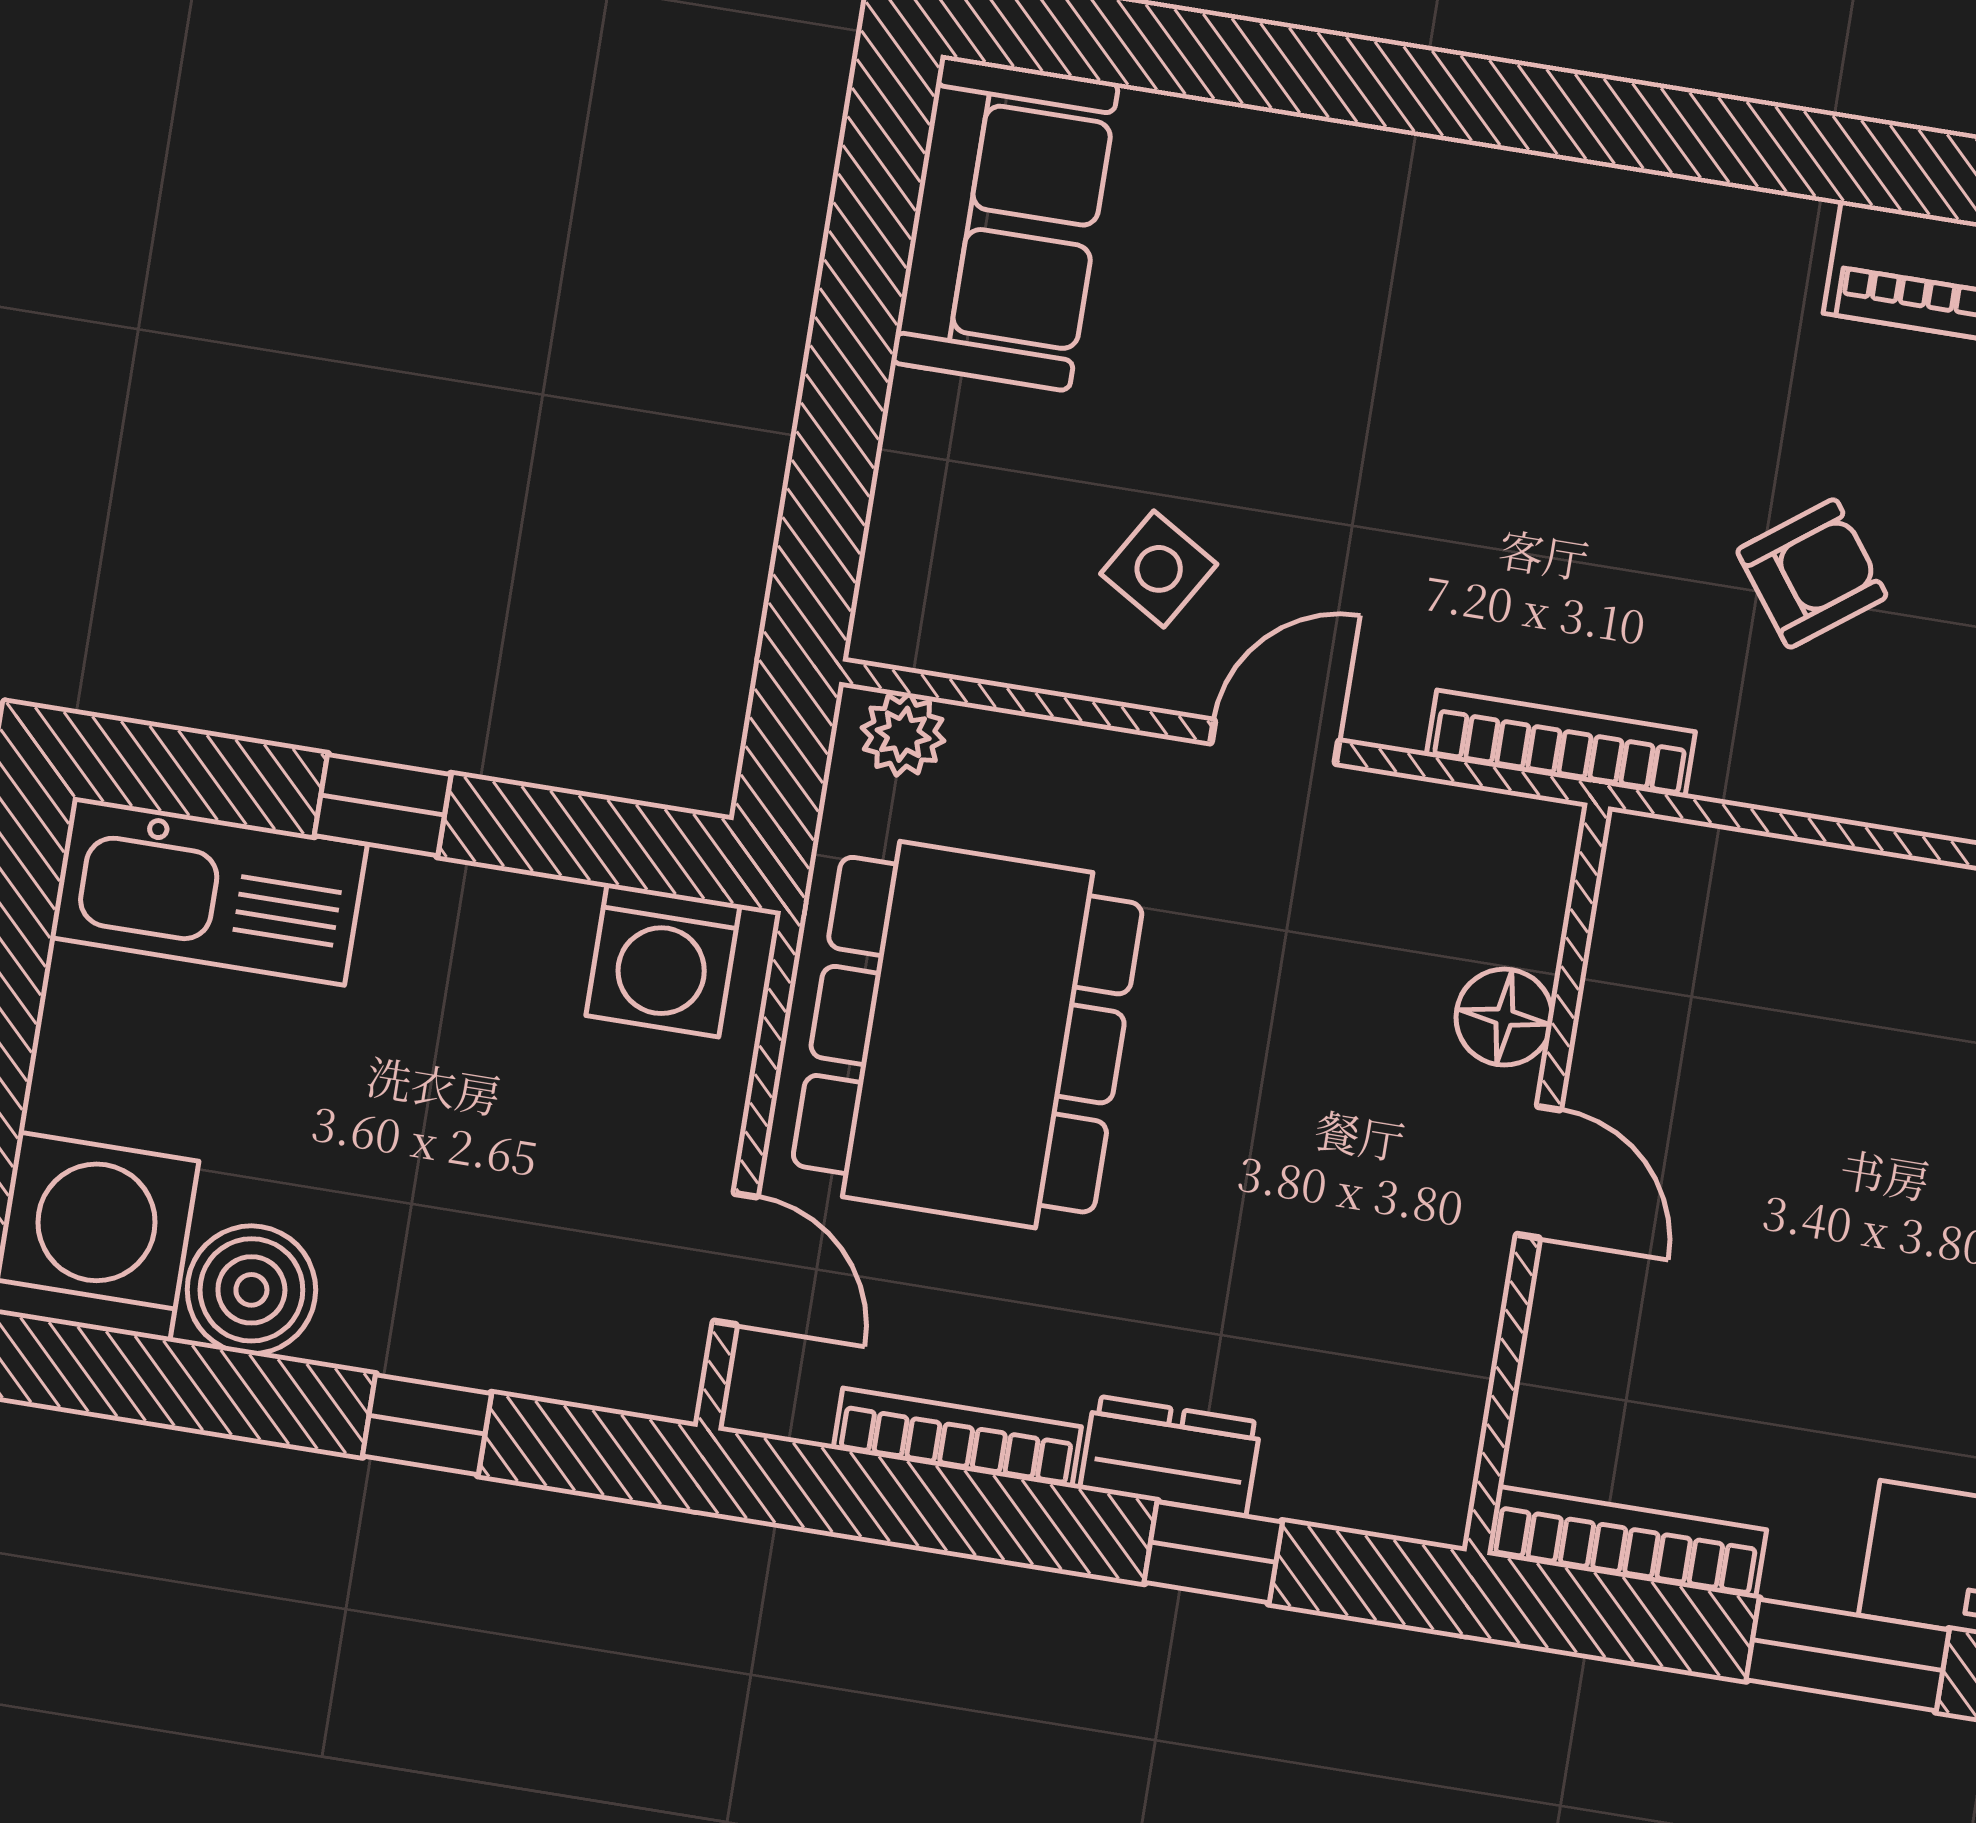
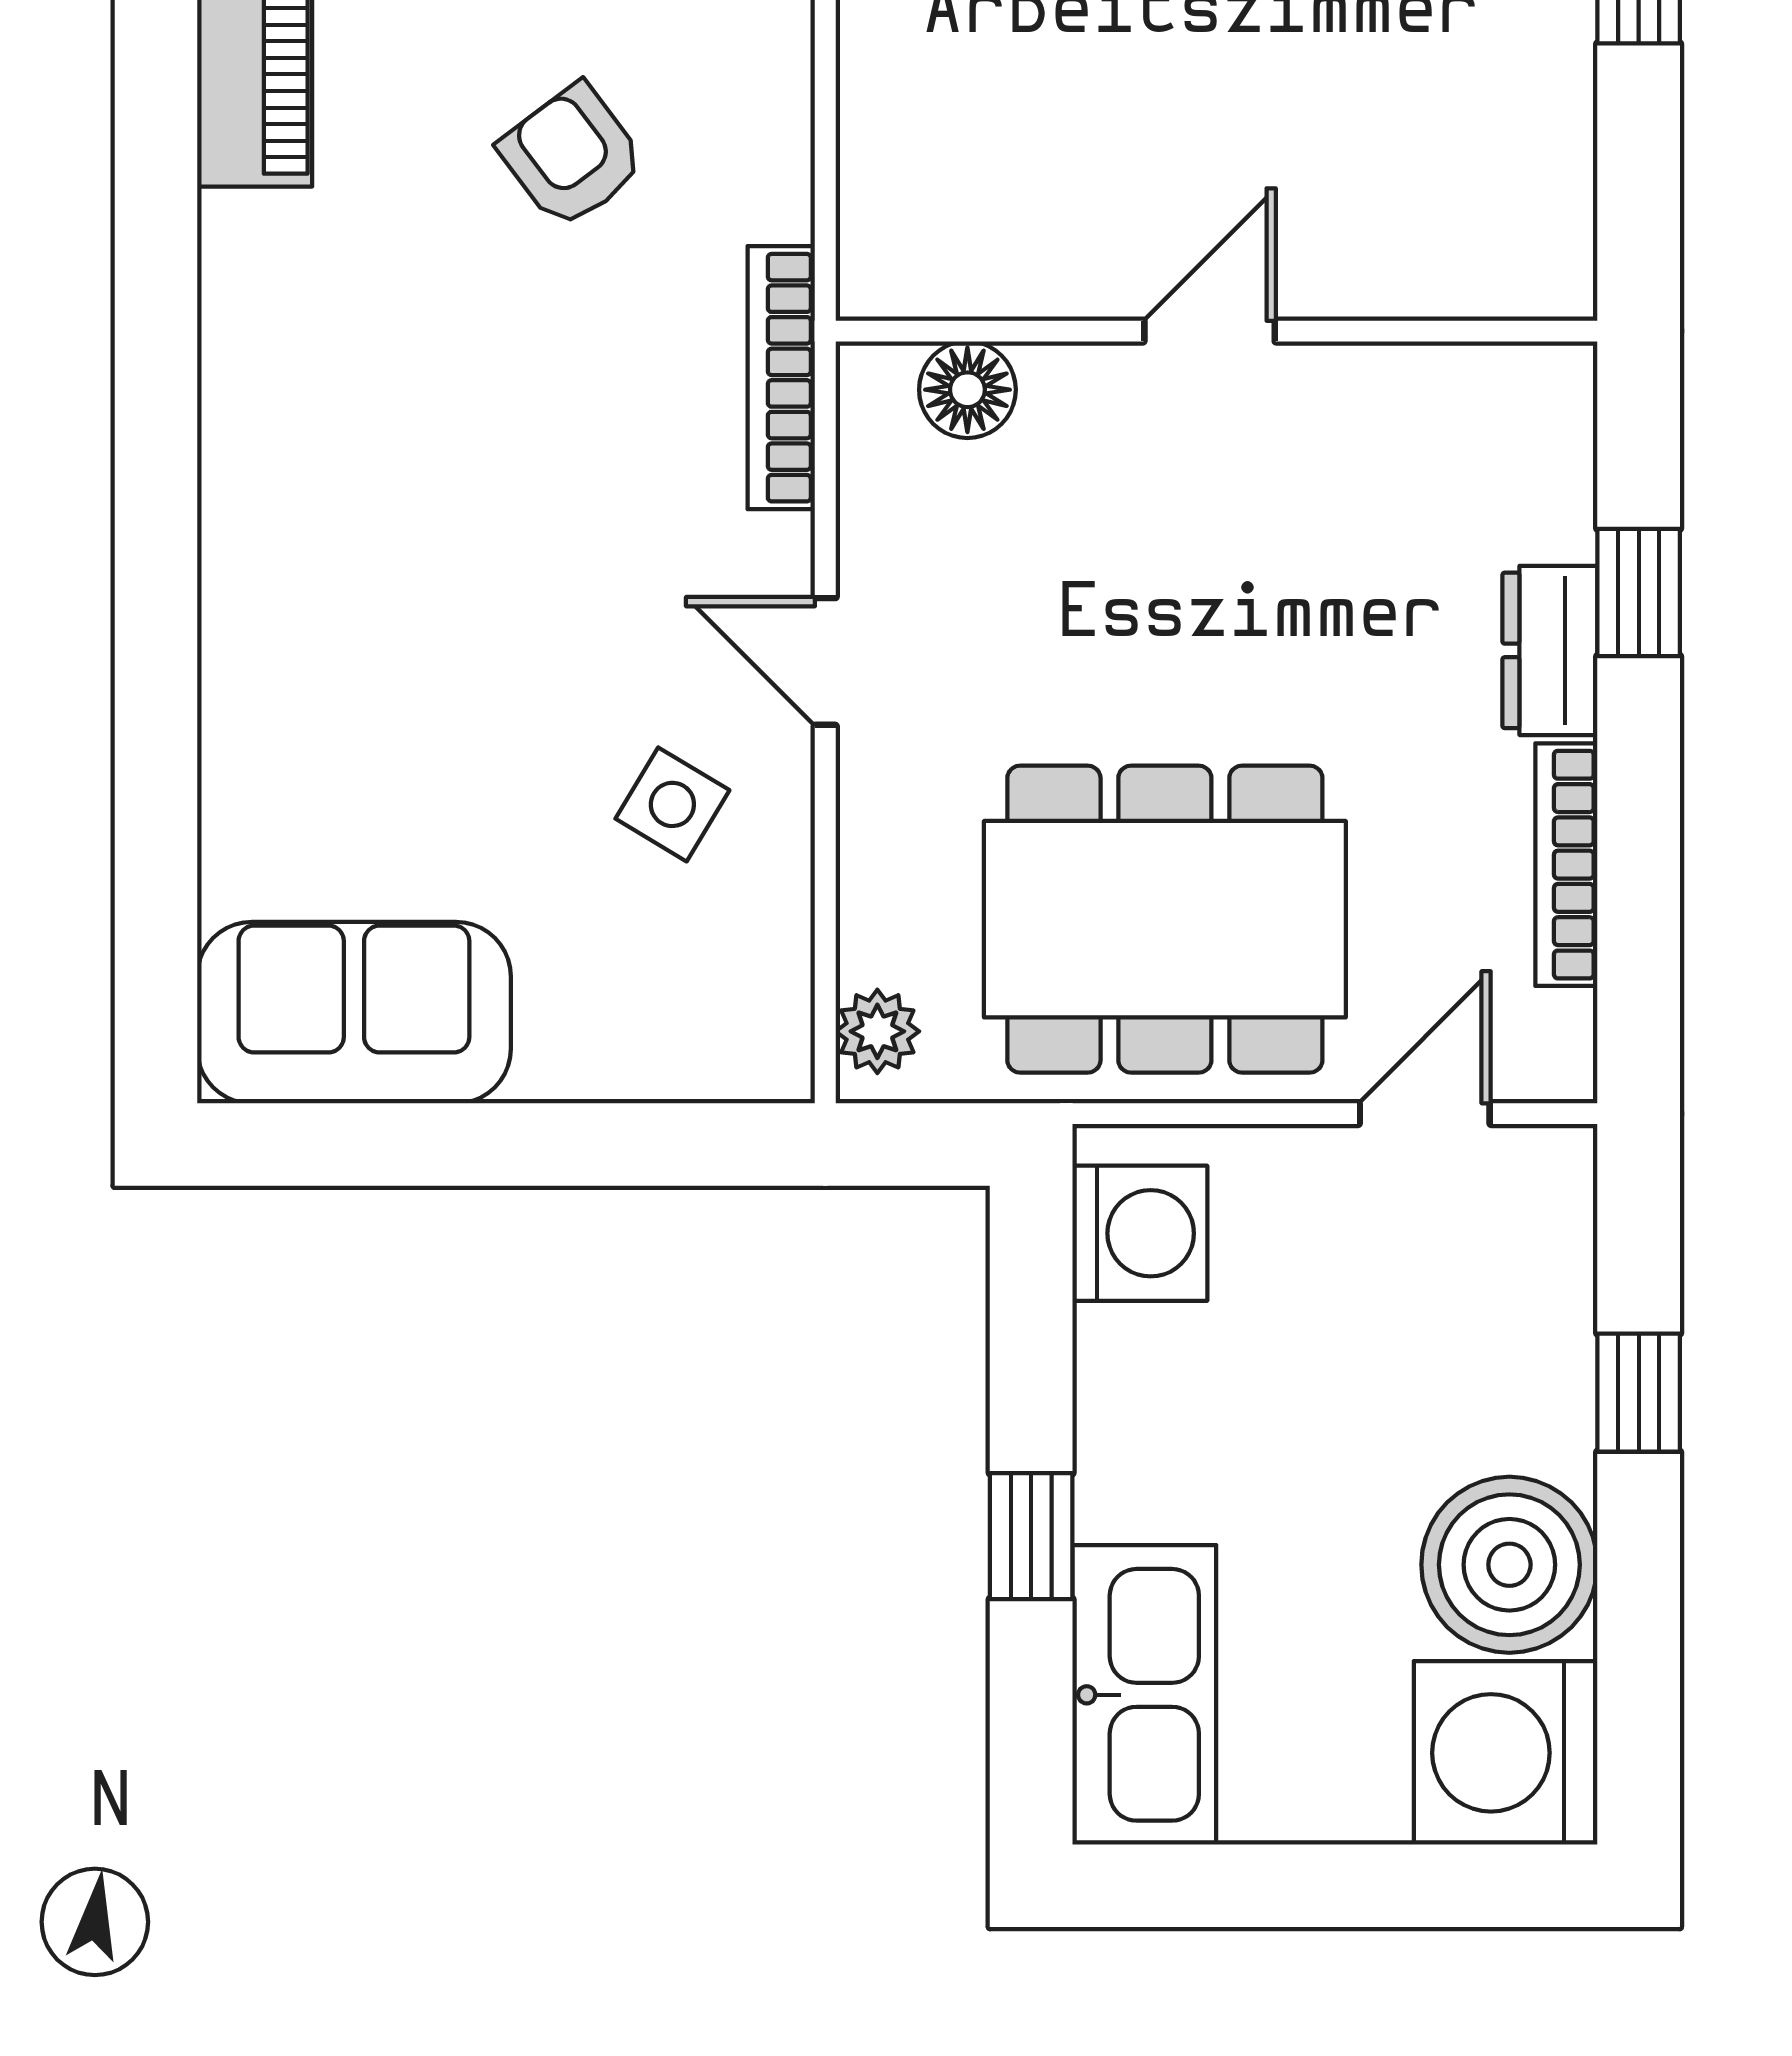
floor lamp: (1504, 1017) -> (967, 390), moved
boiler: (251, 1290) -> (1509, 1565), width x1.37, depth x1.37
bookcase: (1627, 1542) -> (1562, 184), removed

